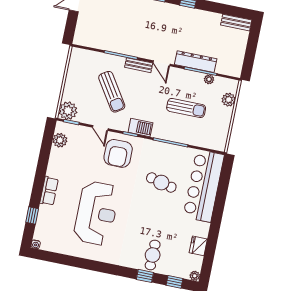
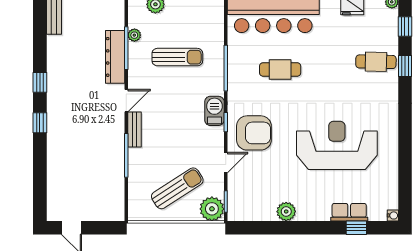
sun lounger: (112, 92) -> (177, 188), moved
sun lounger: (186, 108) -> (177, 57), turned 90
plant: (60, 140) -> (286, 212), moved
cafe table: (161, 183) -> (280, 69), turned 76
row of seats: (49, 191) -> (349, 212), moved

